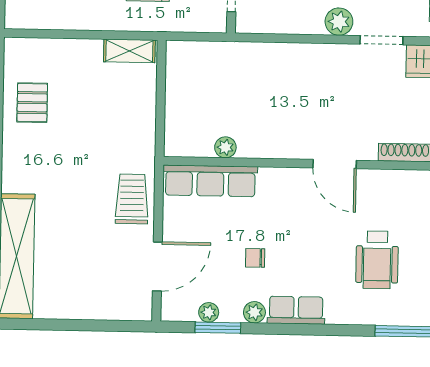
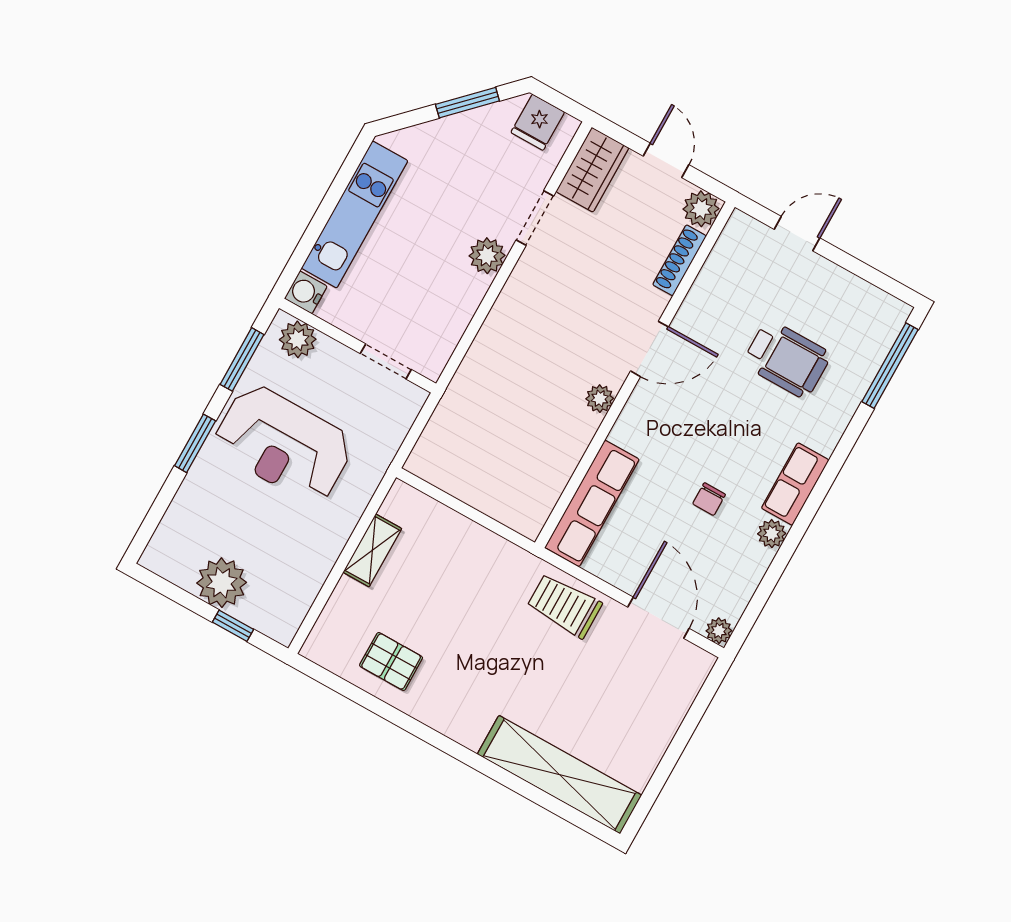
shelving: (129, 51) -> (372, 550), moved
plant: (225, 147) -> (600, 399), moved
plant: (209, 312) -> (719, 631), moved
window: (218, 328) -> (767, 586), removed

